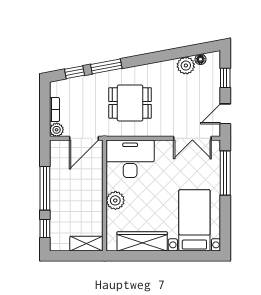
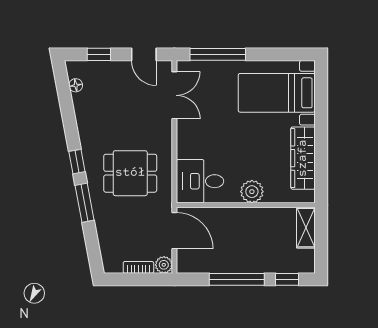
plant: (186, 65) -> (83, 104), removed
window: (74, 72) -> (77, 162), moved
dining table: (130, 103) -> (130, 173), turned 90
desk: (130, 159) -> (200, 181), width x0.73

